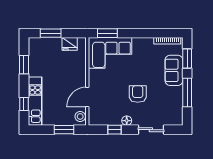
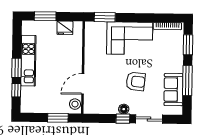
corner sofa: (110, 53) -> (130, 38), moved
window: (24, 65) -> (17, 68), moved
sofa: (174, 70) -> (174, 90), moved
armchair: (138, 94) -> (136, 81), turned 96
kitchen unit: (35, 101) -> (28, 61), moved
window: (115, 130) -> (123, 119), moved

